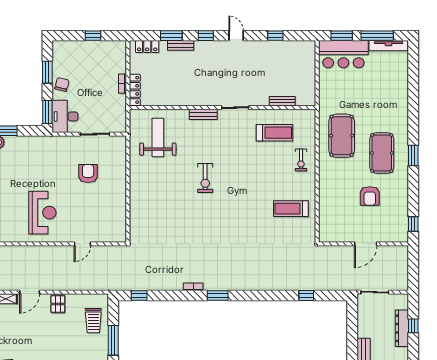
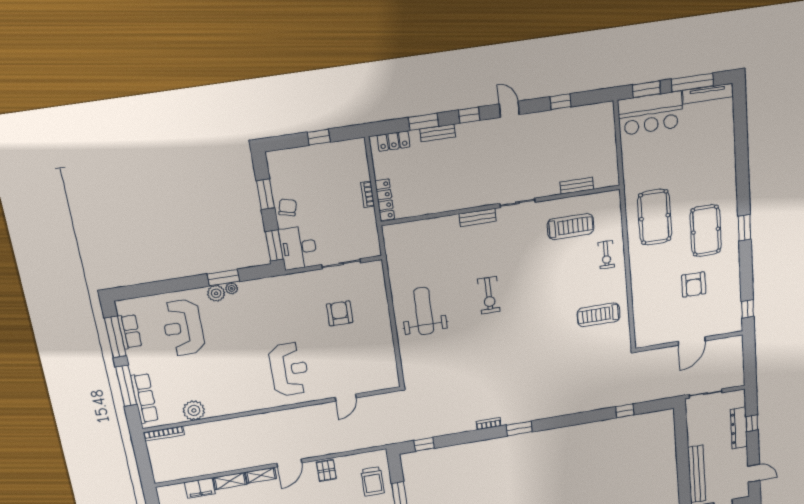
weight bench: (158, 138) -> (424, 311), moved
plant: (10, 140) -> (232, 288), added

